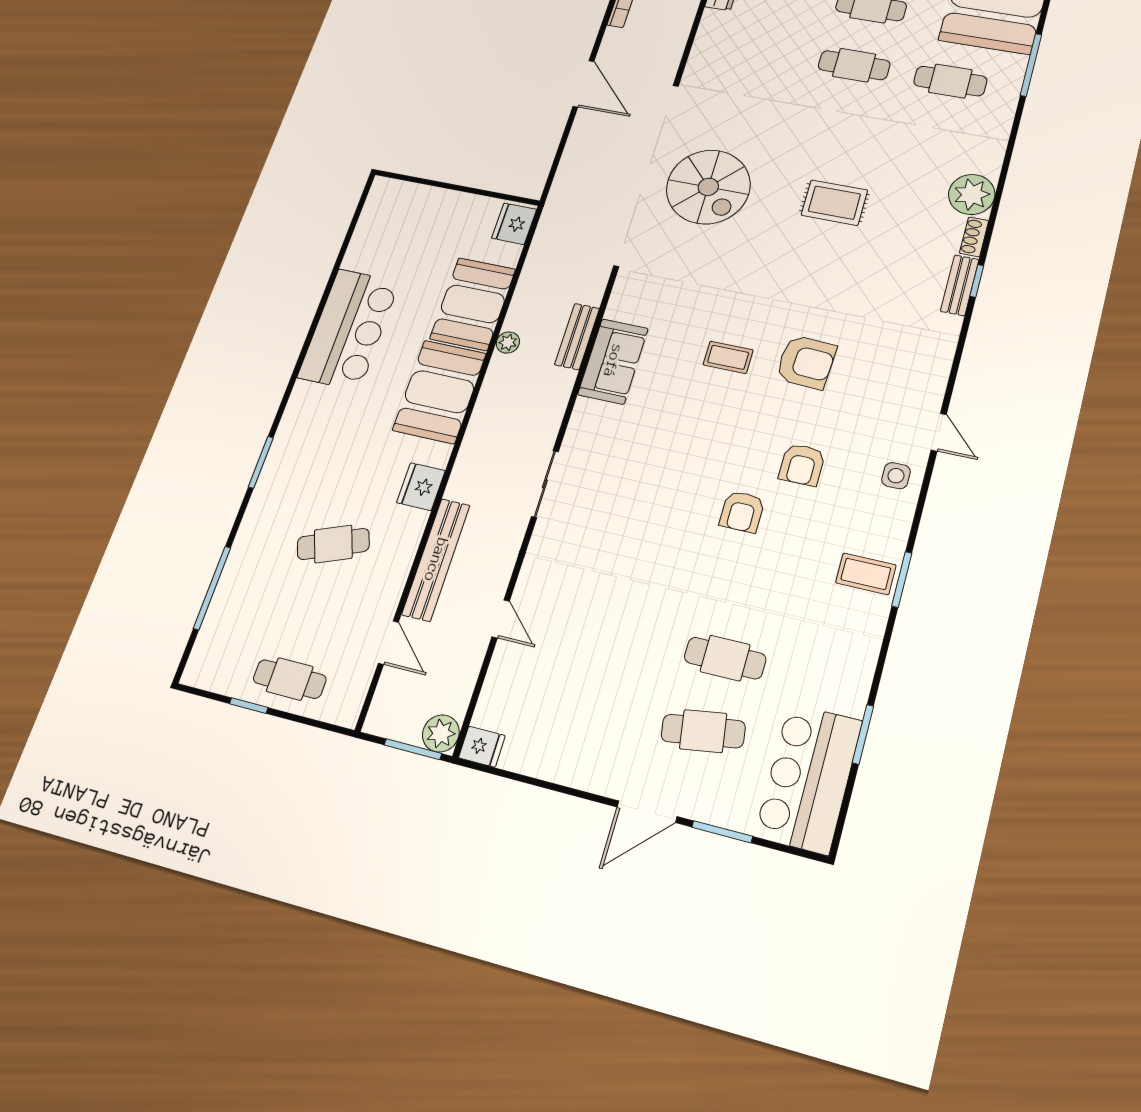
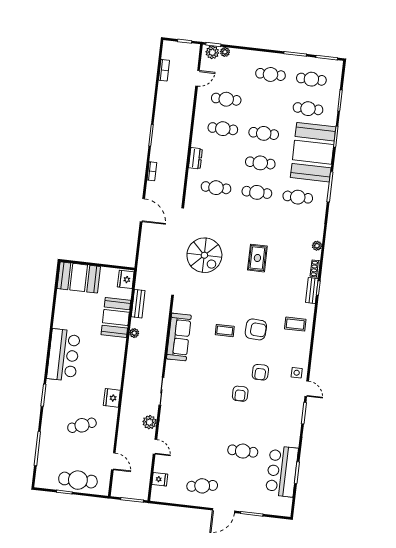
cafe table: (760, 50) -> (216, 188), added
plant: (972, 194) -> (317, 246), width x0.53, depth x0.53
rug: (834, 203) -> (257, 258), turned 90
bar counter: (349, 329) -> (64, 355), moved
bench: (577, 336) -> (138, 304), moved
sofa: (613, 361) -> (179, 337), width x1.36
booth: (439, 392) -> (79, 277), moved, turned 90
door: (939, 432) -> (307, 389), moved
bench: (436, 560) -> (125, 427), removed
coffee table: (866, 574) -> (295, 324), moved
cafe table: (290, 679) -> (78, 480), width x1.37, depth x1.35
cafe table: (703, 731) -> (202, 486), moved
plant: (441, 733) -> (150, 422), moved
fridge: (482, 747) -> (160, 479), moved
bar counter: (809, 778) -> (282, 471), moved

